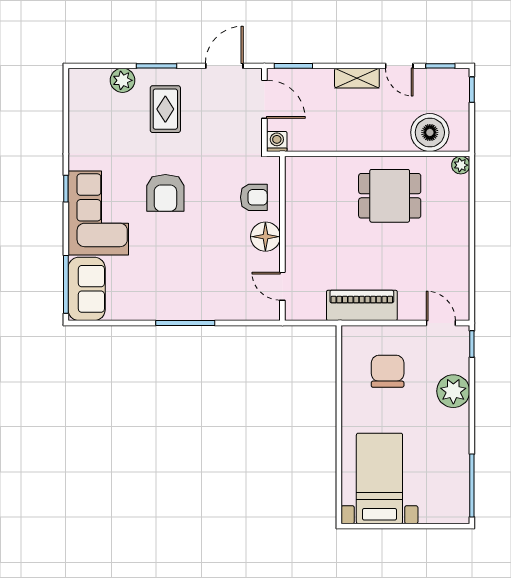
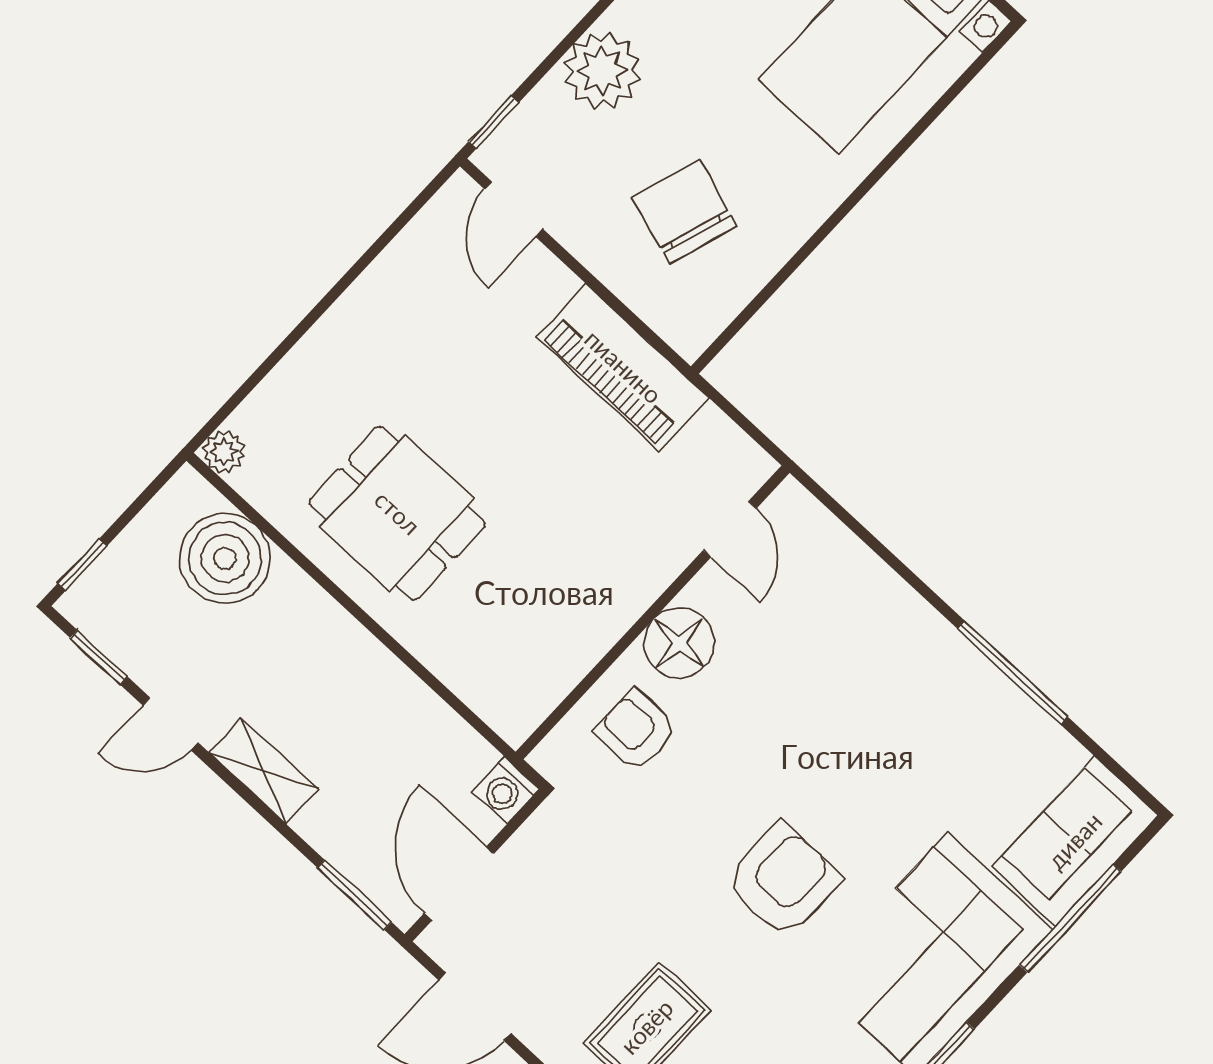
door: (399, 66) -> (170, 724), swing flipped
window: (66, 284) -> (1070, 918), moved
window: (185, 323) -> (1013, 673), moved
chair: (388, 371) -> (684, 211), turned 108

